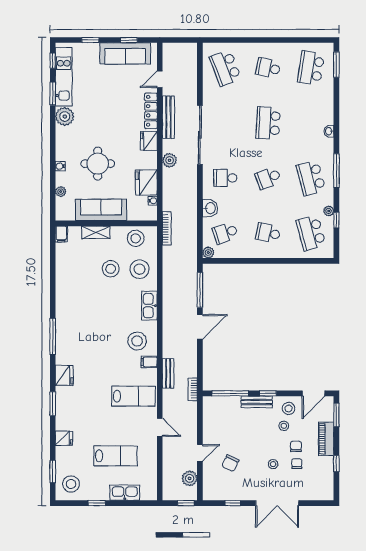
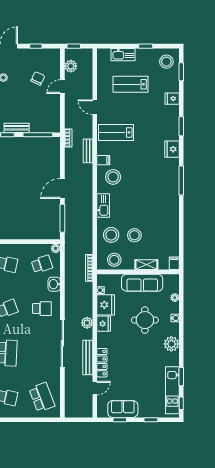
sofa: (125, 53) -> (123, 409), width x0.73
plant: (65, 117) -> (171, 344), moved
fridge: (149, 141) -> (104, 324), moved

